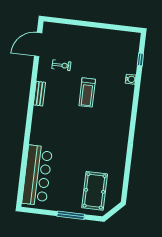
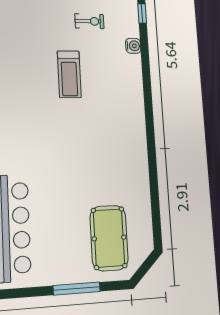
exercise bike: (61, 65) -> (89, 21), moved

